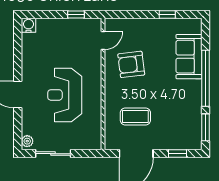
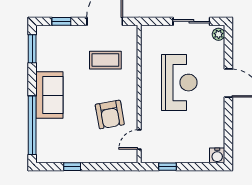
sofa: (189, 57) -> (49, 95), moved
armchair: (131, 64) -> (110, 114), turned 87
window: (206, 78) -> (32, 125), moved

